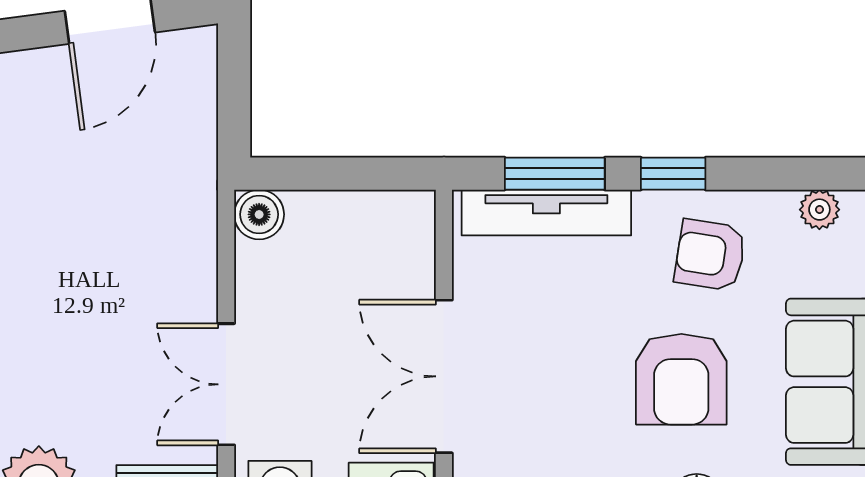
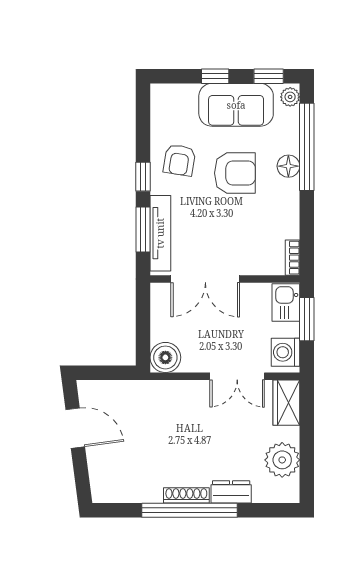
plant: (819, 210) -> (159, 111), removed
boiler: (259, 214) -> (165, 357), width x1.36, depth x1.36
double door: (444, 376) -> (205, 279), moved

